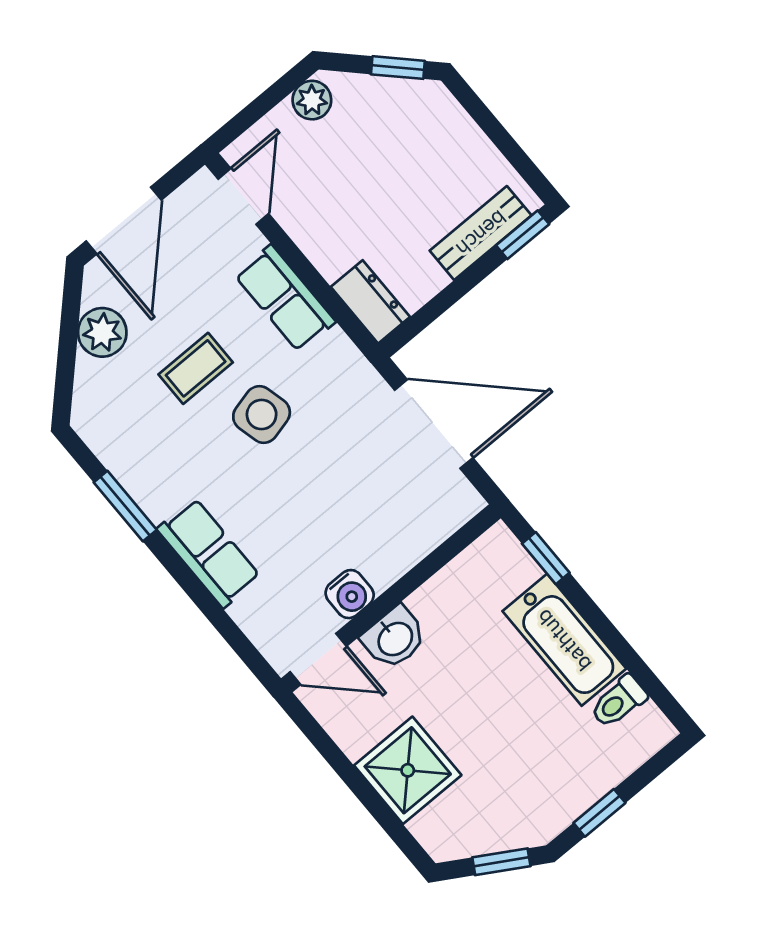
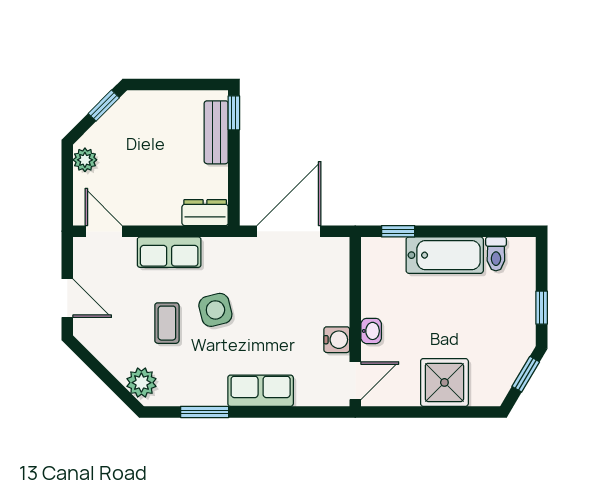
door: (124, 221) -> (67, 298), width x0.73
plant: (102, 332) -> (141, 383), moved
washbasin: (394, 638) -> (371, 331), width x0.72, depth x0.69

